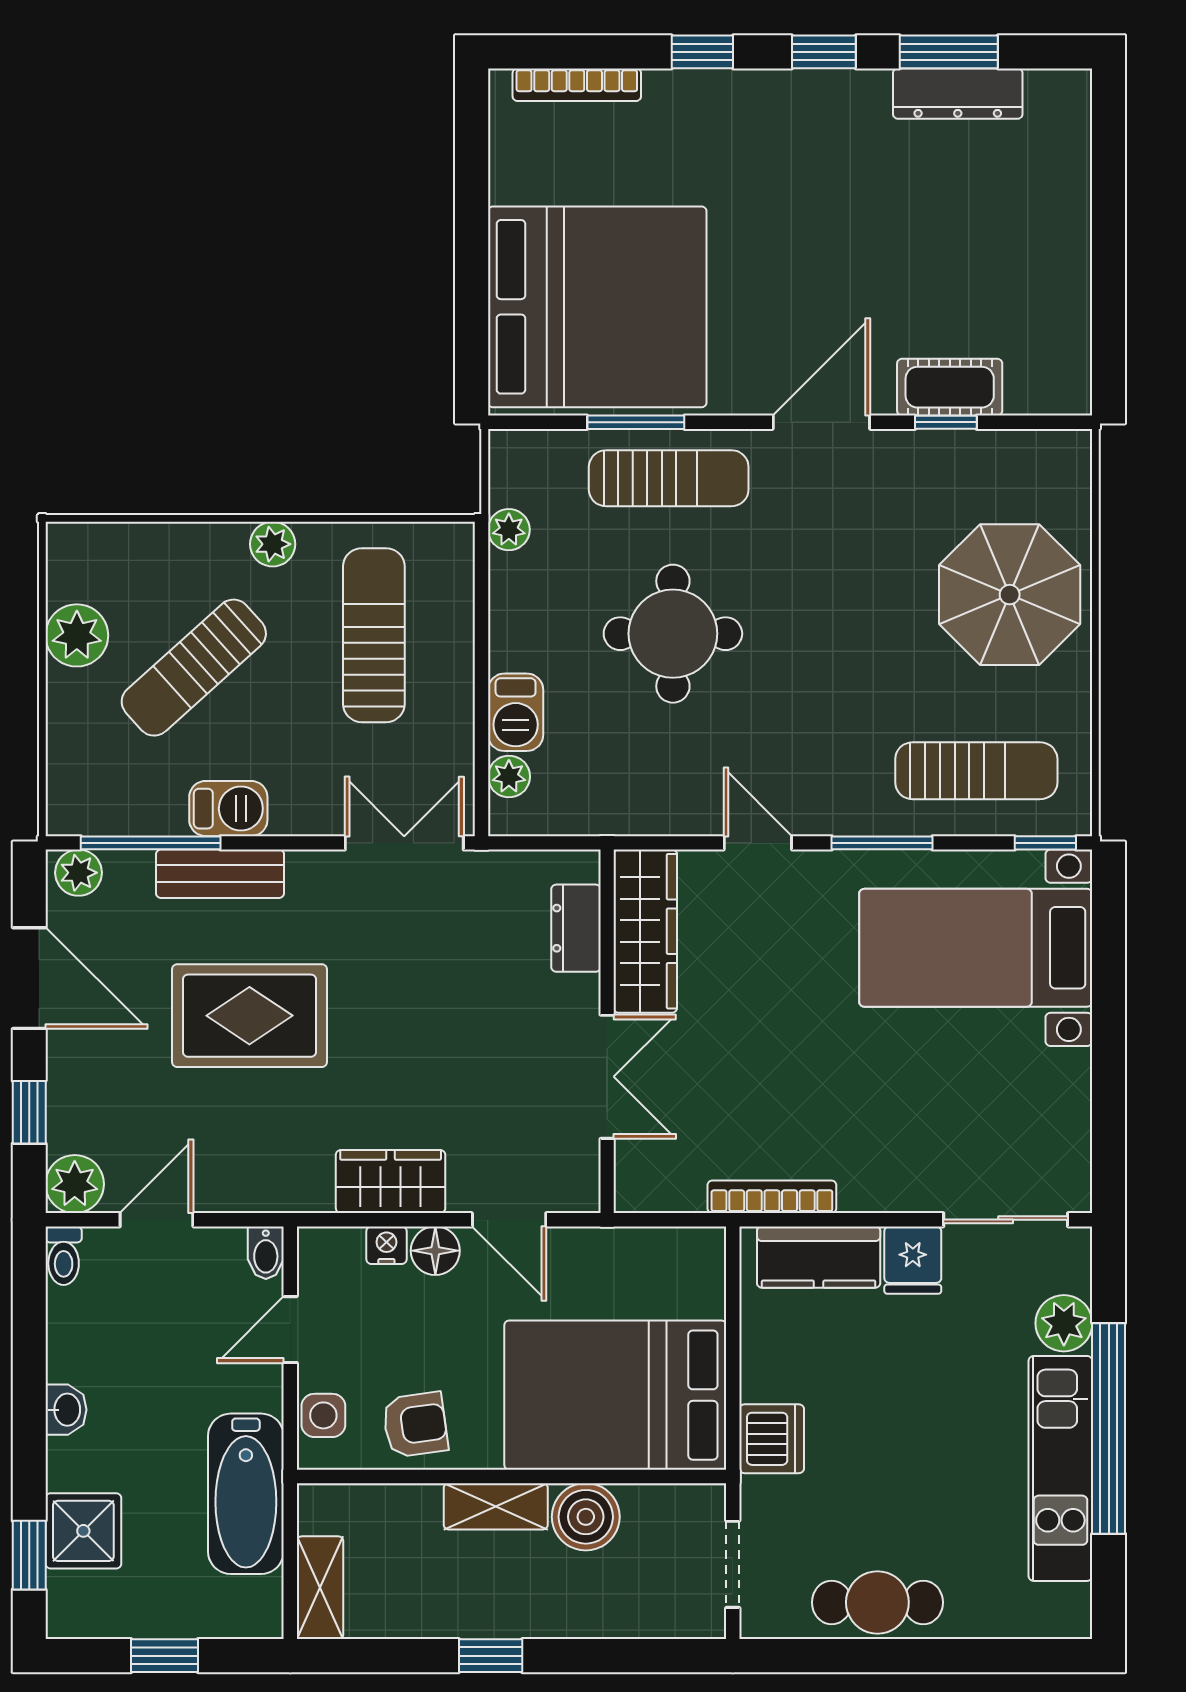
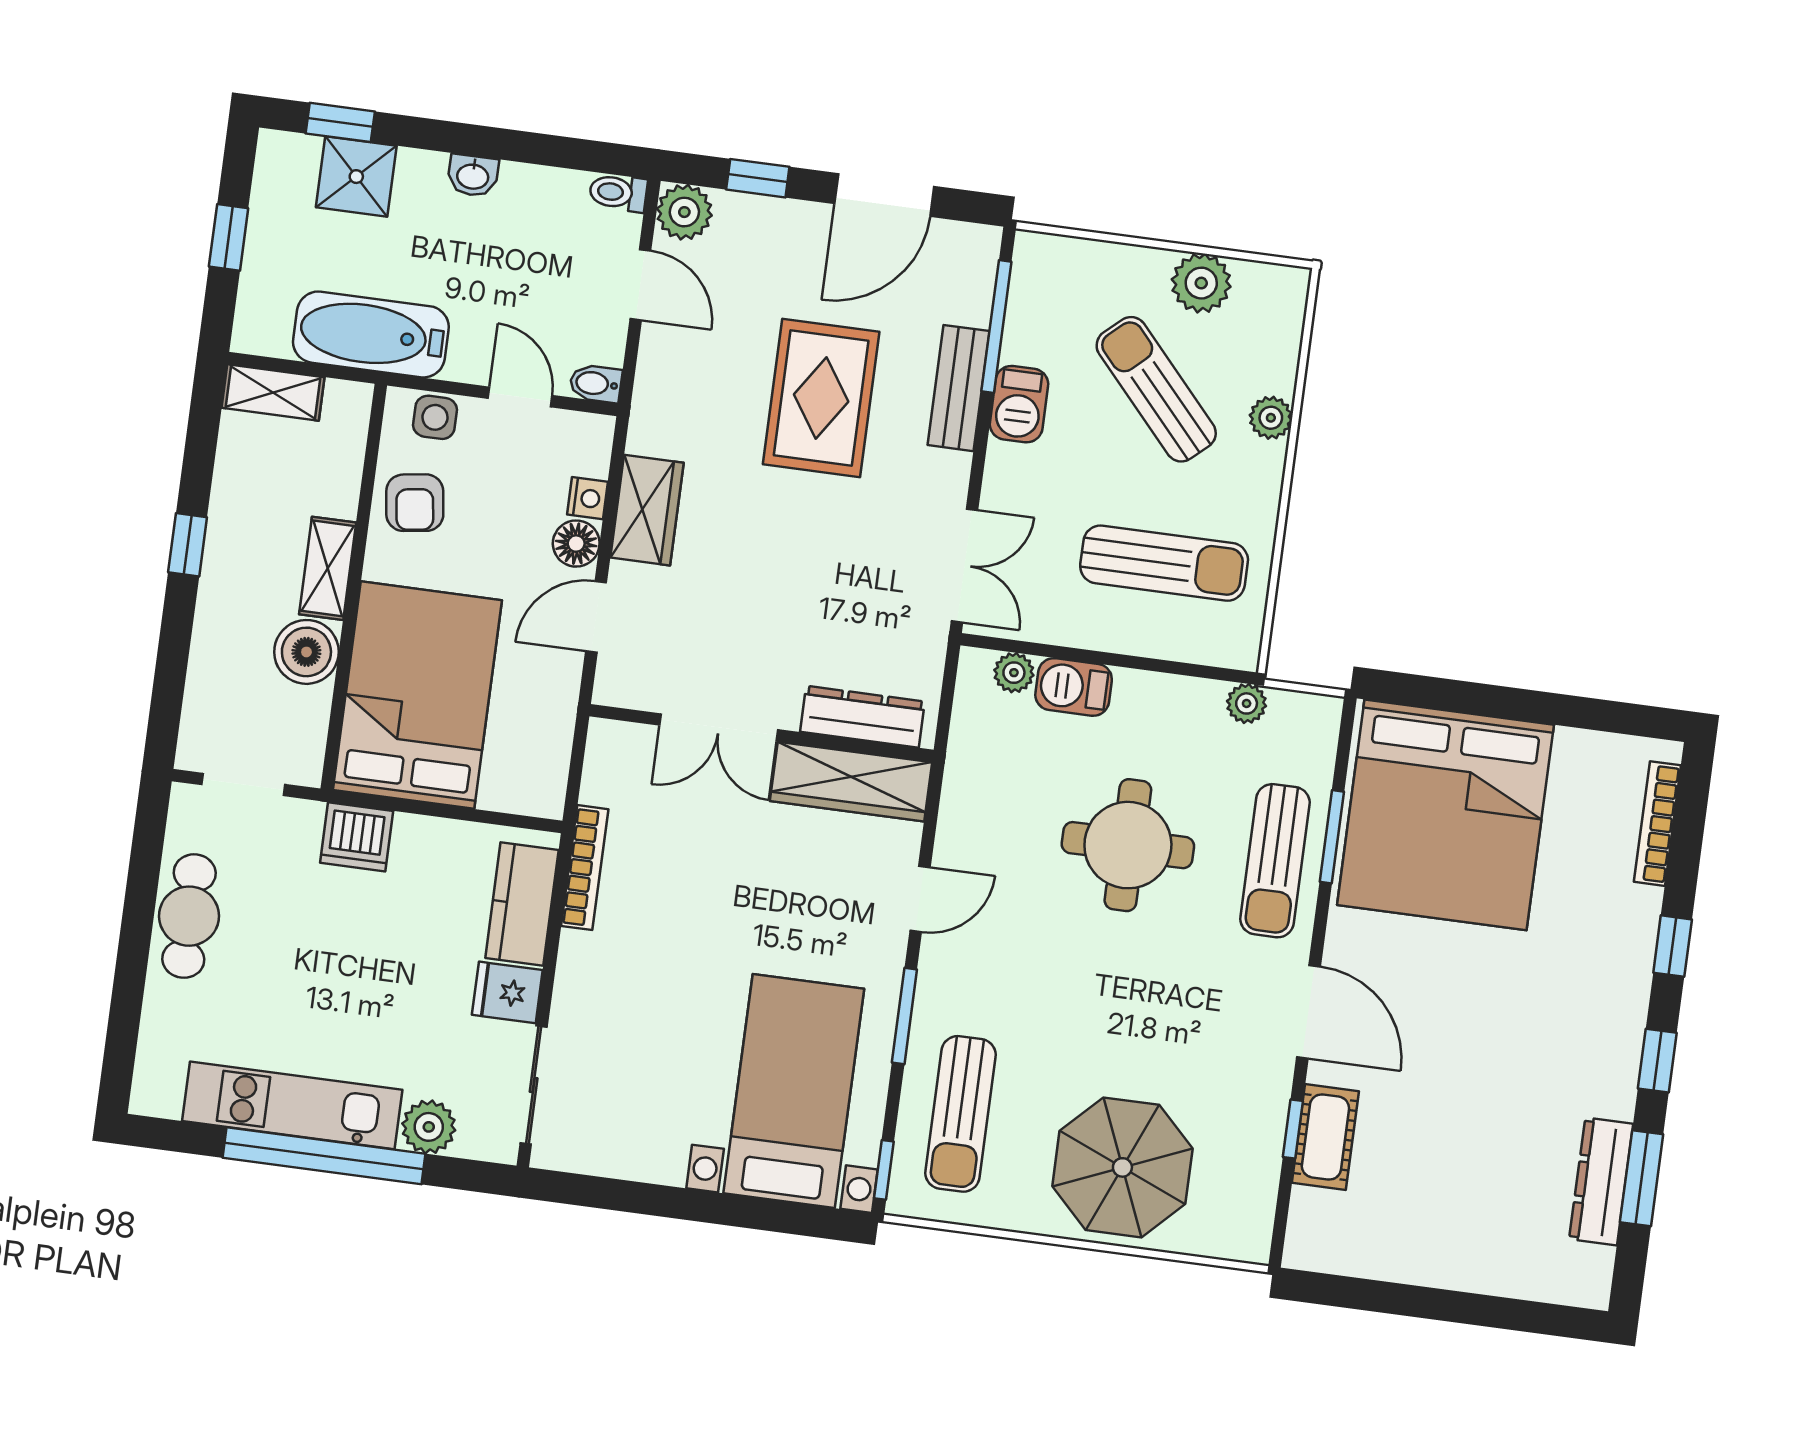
plant: (273, 544) -> (1271, 418), moved
plant: (79, 873) -> (977, 255), removed
dresser: (576, 928) -> (862, 717), width x1.44

